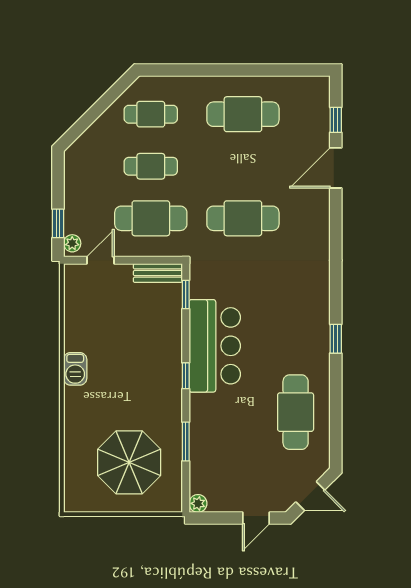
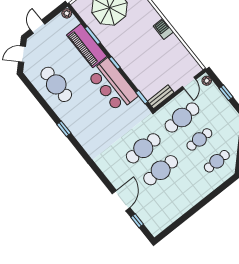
cafe table: (243, 114) -> (161, 170), moved
window: (58, 223) -> (226, 93), moved
piano: (206, 433) -> (87, 46), added

